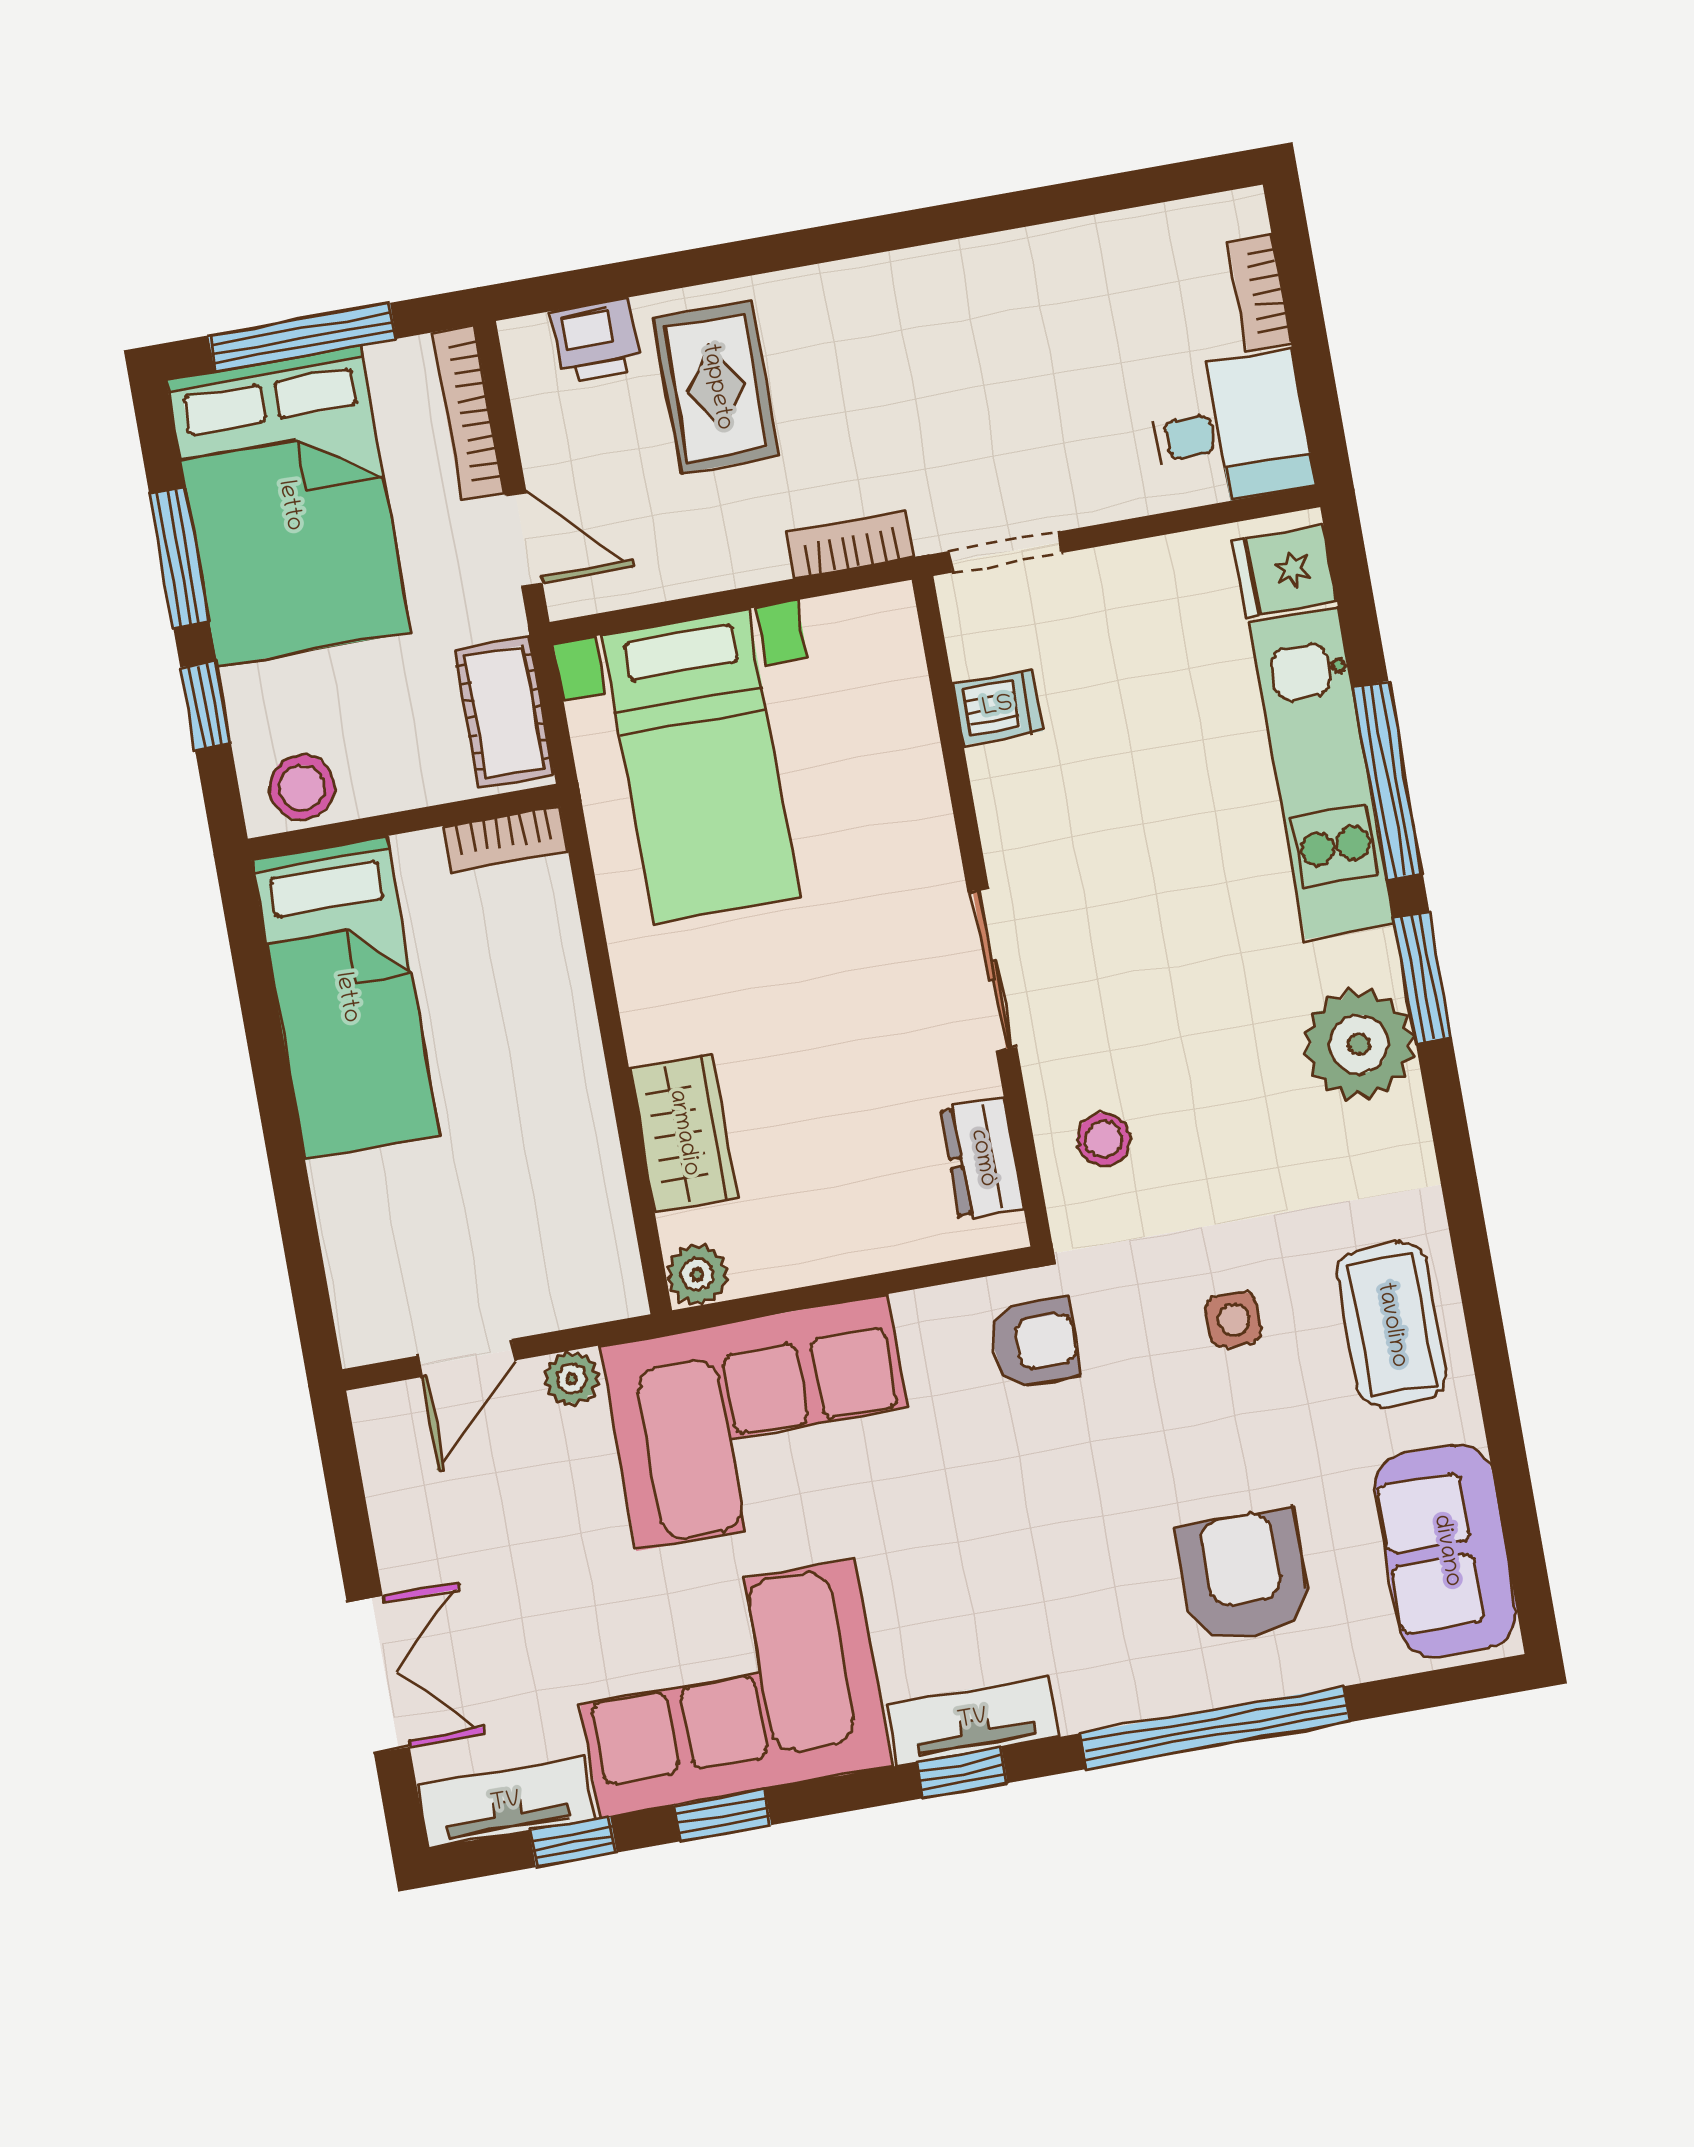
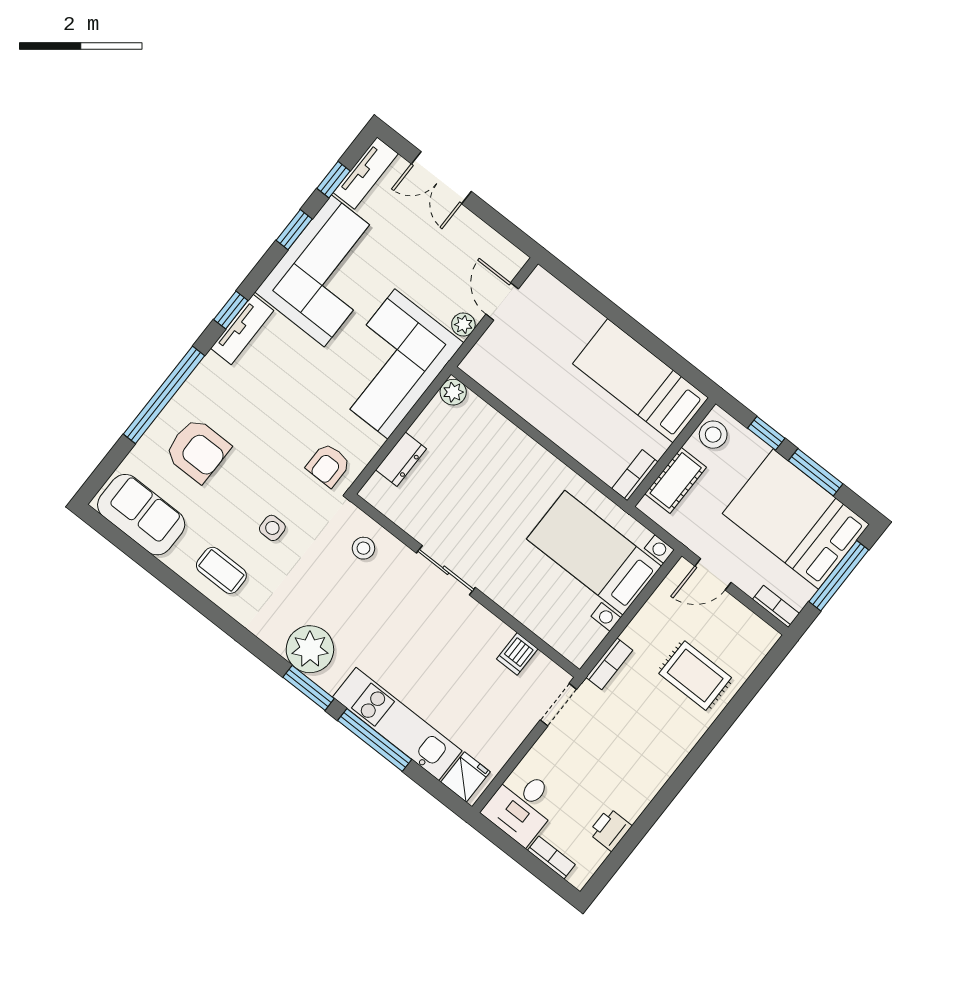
printer: (596, 340) -> (610, 829), moved
bookcase: (468, 412) -> (776, 606), width x0.64
cot: (504, 712) -> (676, 480), moved, turned 90
wardrobe: (683, 1133) -> (497, 433), removed
dresser: (982, 1158) -> (401, 459), moved, turned 90
coffee table: (1391, 1325) -> (221, 570), width x0.73, depth x0.77

